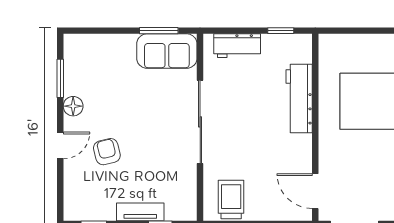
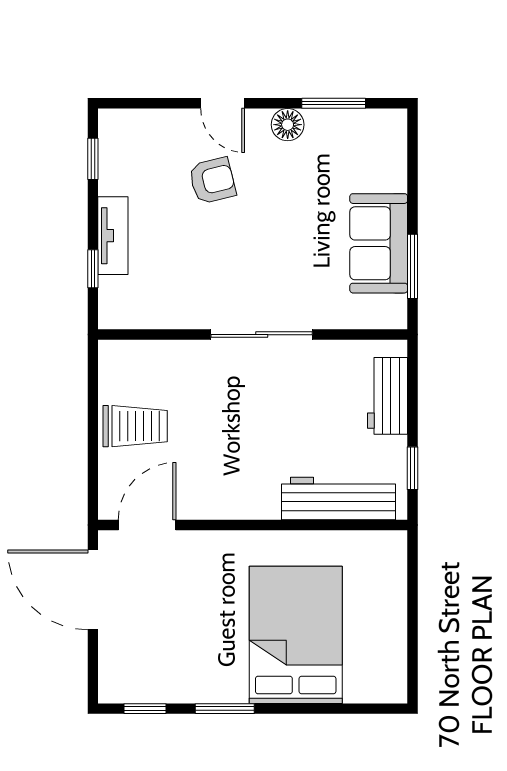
sofa: (167, 51) -> (379, 243), moved
workbench: (299, 99) -> (338, 499), moved
sliding door: (200, 122) -> (262, 335), width x0.73
trolley: (231, 199) -> (135, 426), moved

